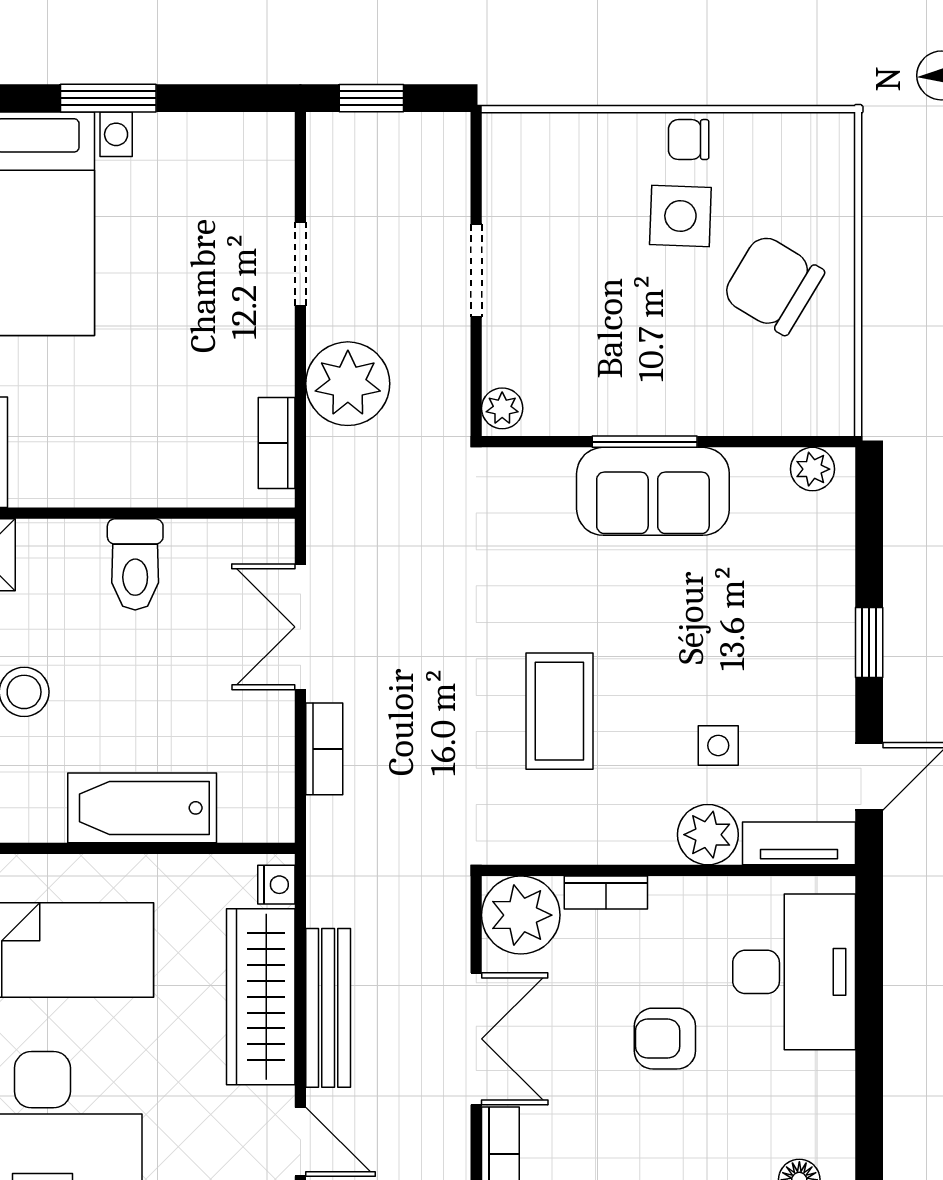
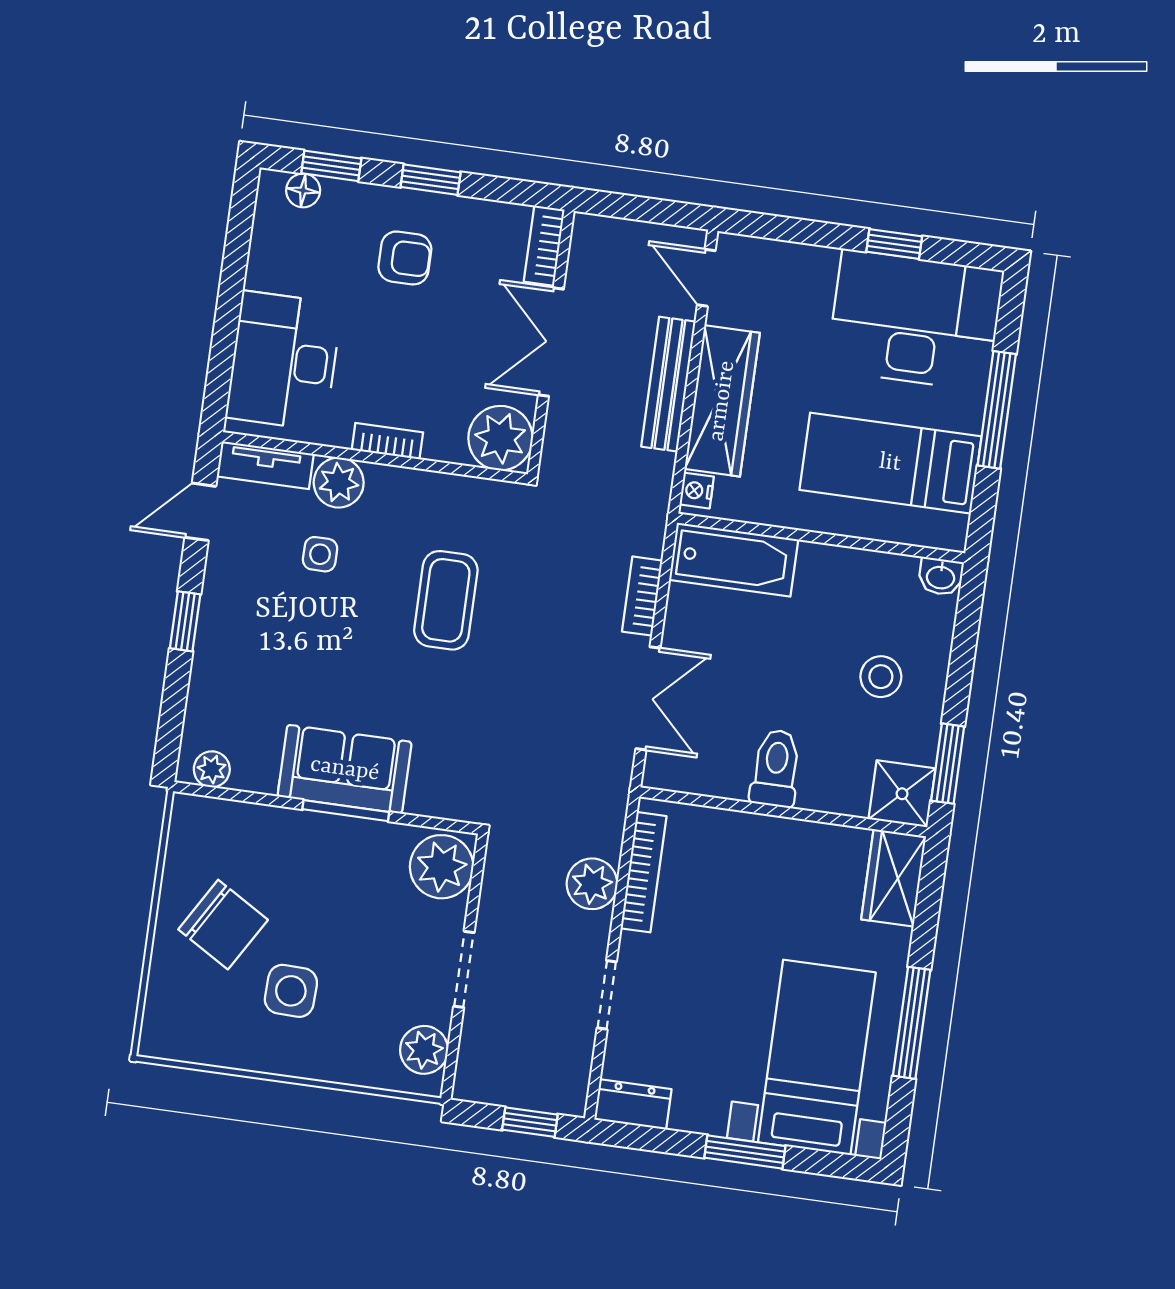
dresser: (251, 137) -> (633, 1104), added
chair: (689, 140) -> (276, 1052), removed
plant: (511, 167) -> (424, 1050), added
plant: (348, 384) -> (592, 884), width x0.73, depth x0.73
plant: (502, 408) -> (442, 867), width x1.88, depth x1.88
bookcase: (277, 443) -> (644, 872), width x1.56
bathtub: (142, 808) -> (734, 560), moved
bookcase: (606, 893) -> (387, 441), moved
armchair: (665, 1039) -> (405, 258), moved

